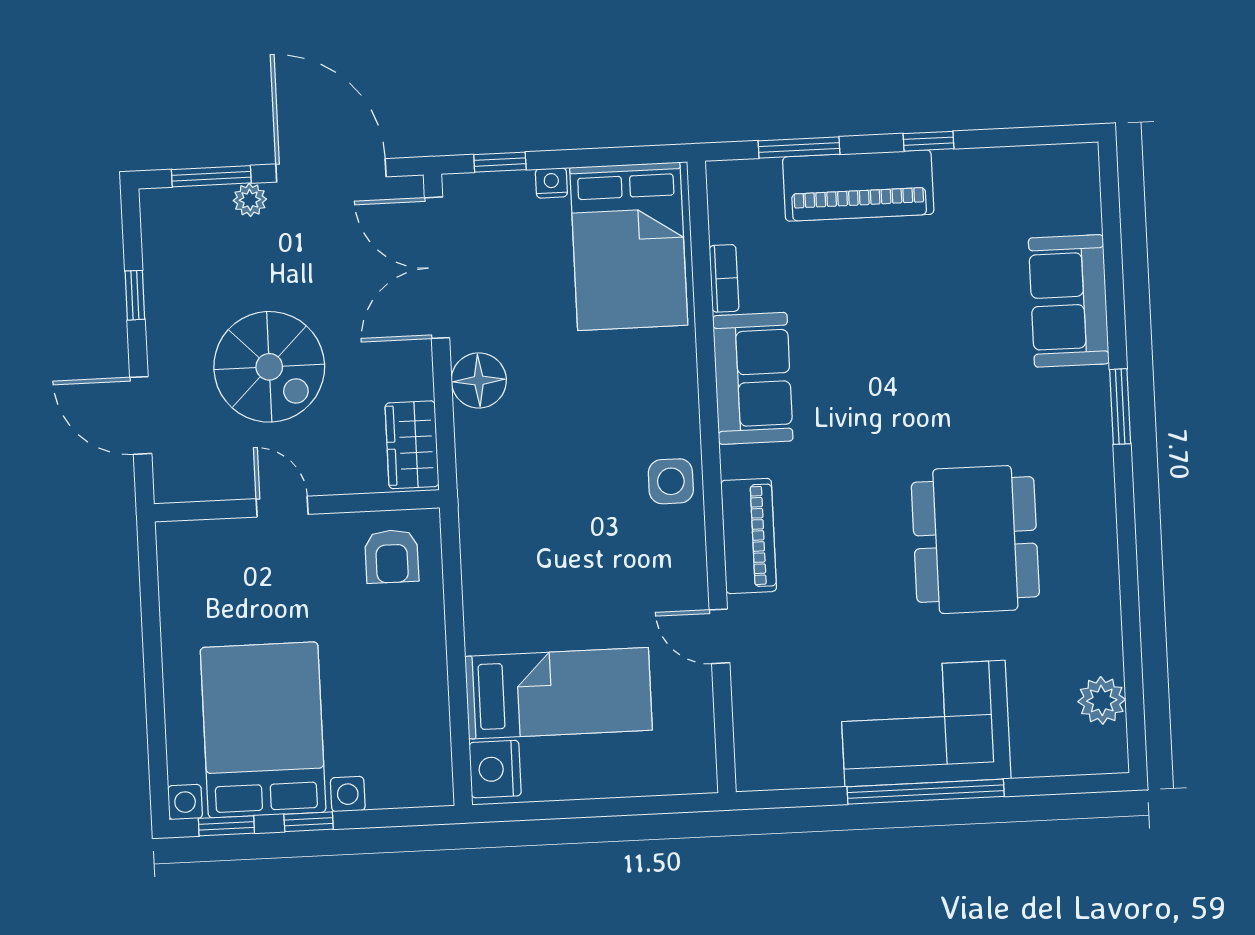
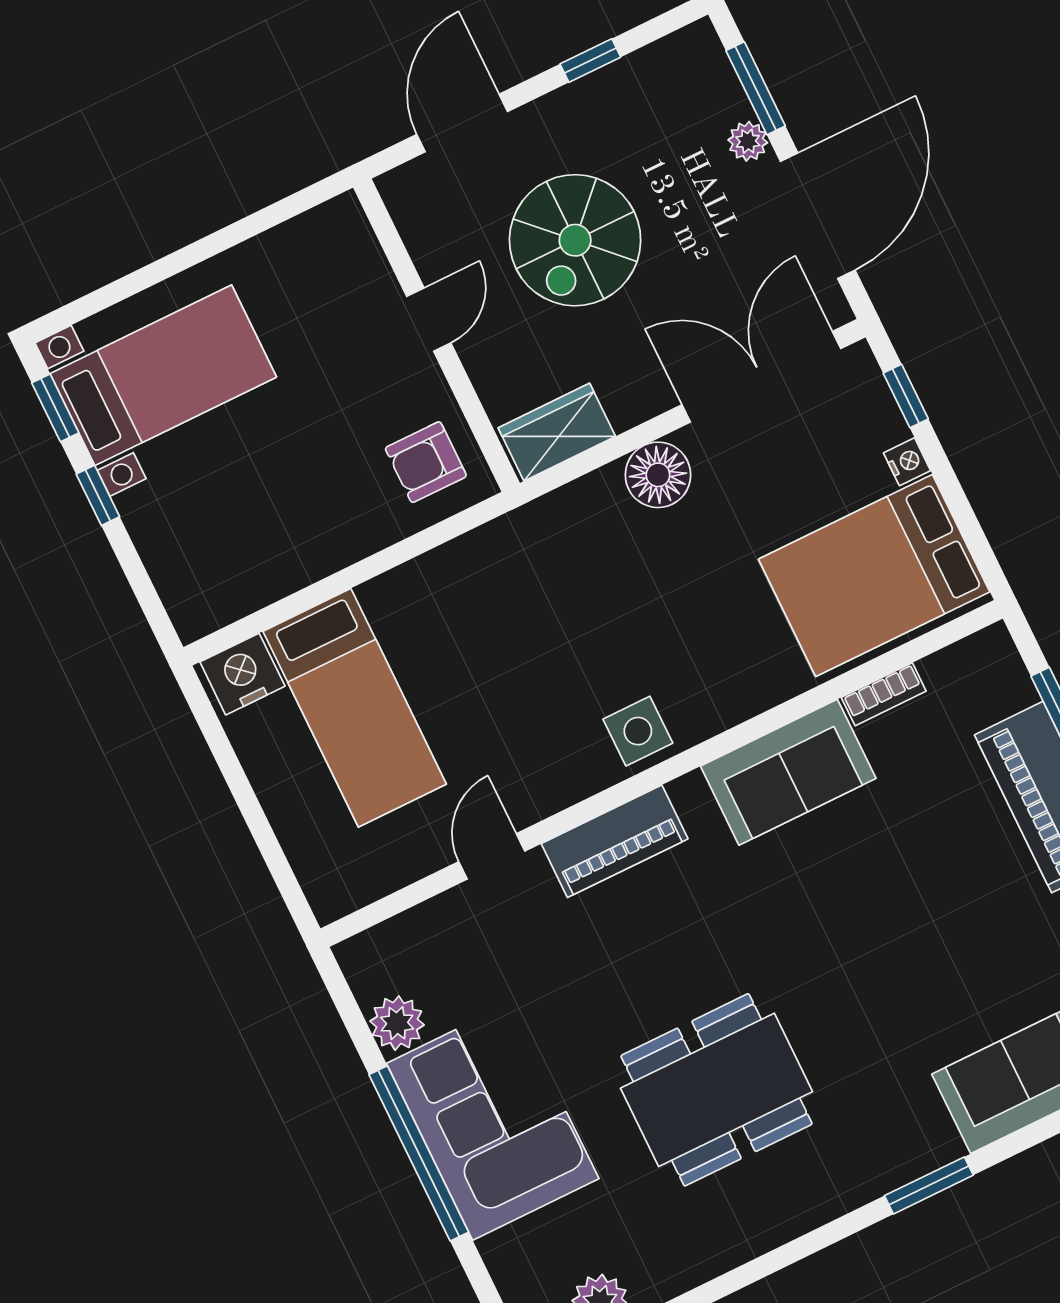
bed with nightstands: (263, 730) -> (163, 375), width x0.73
plant: (817, 765) -> (397, 1023), added

